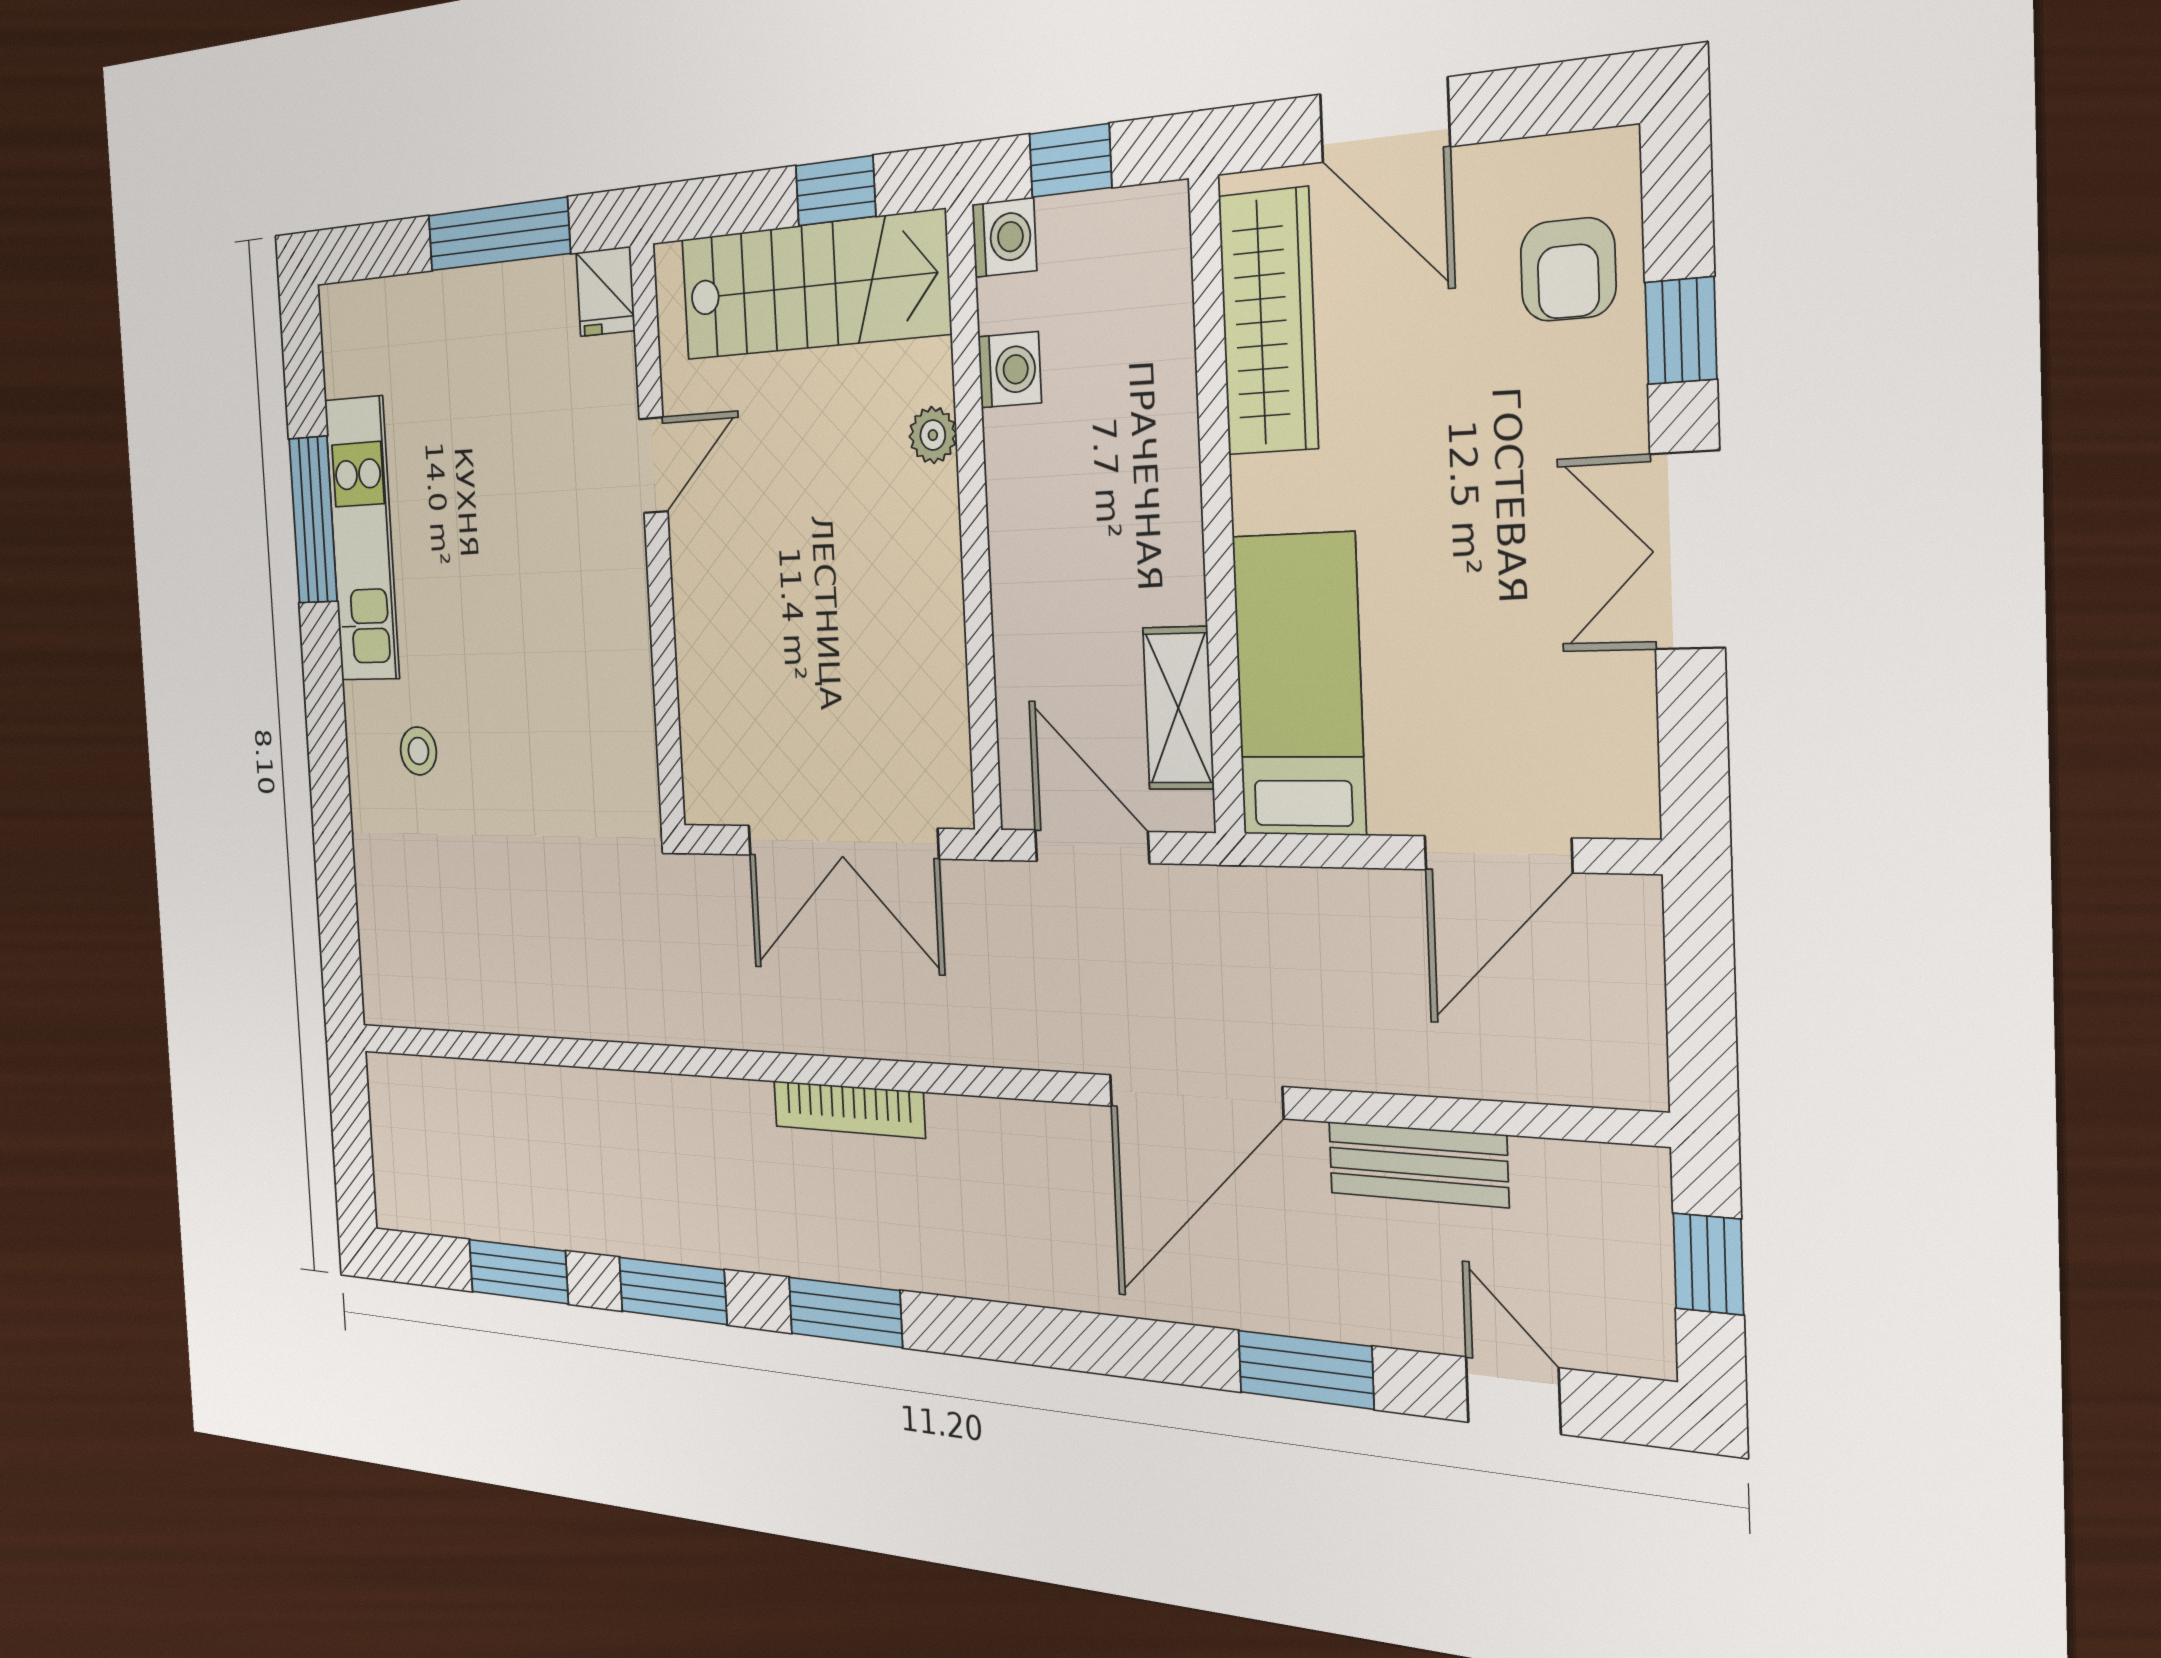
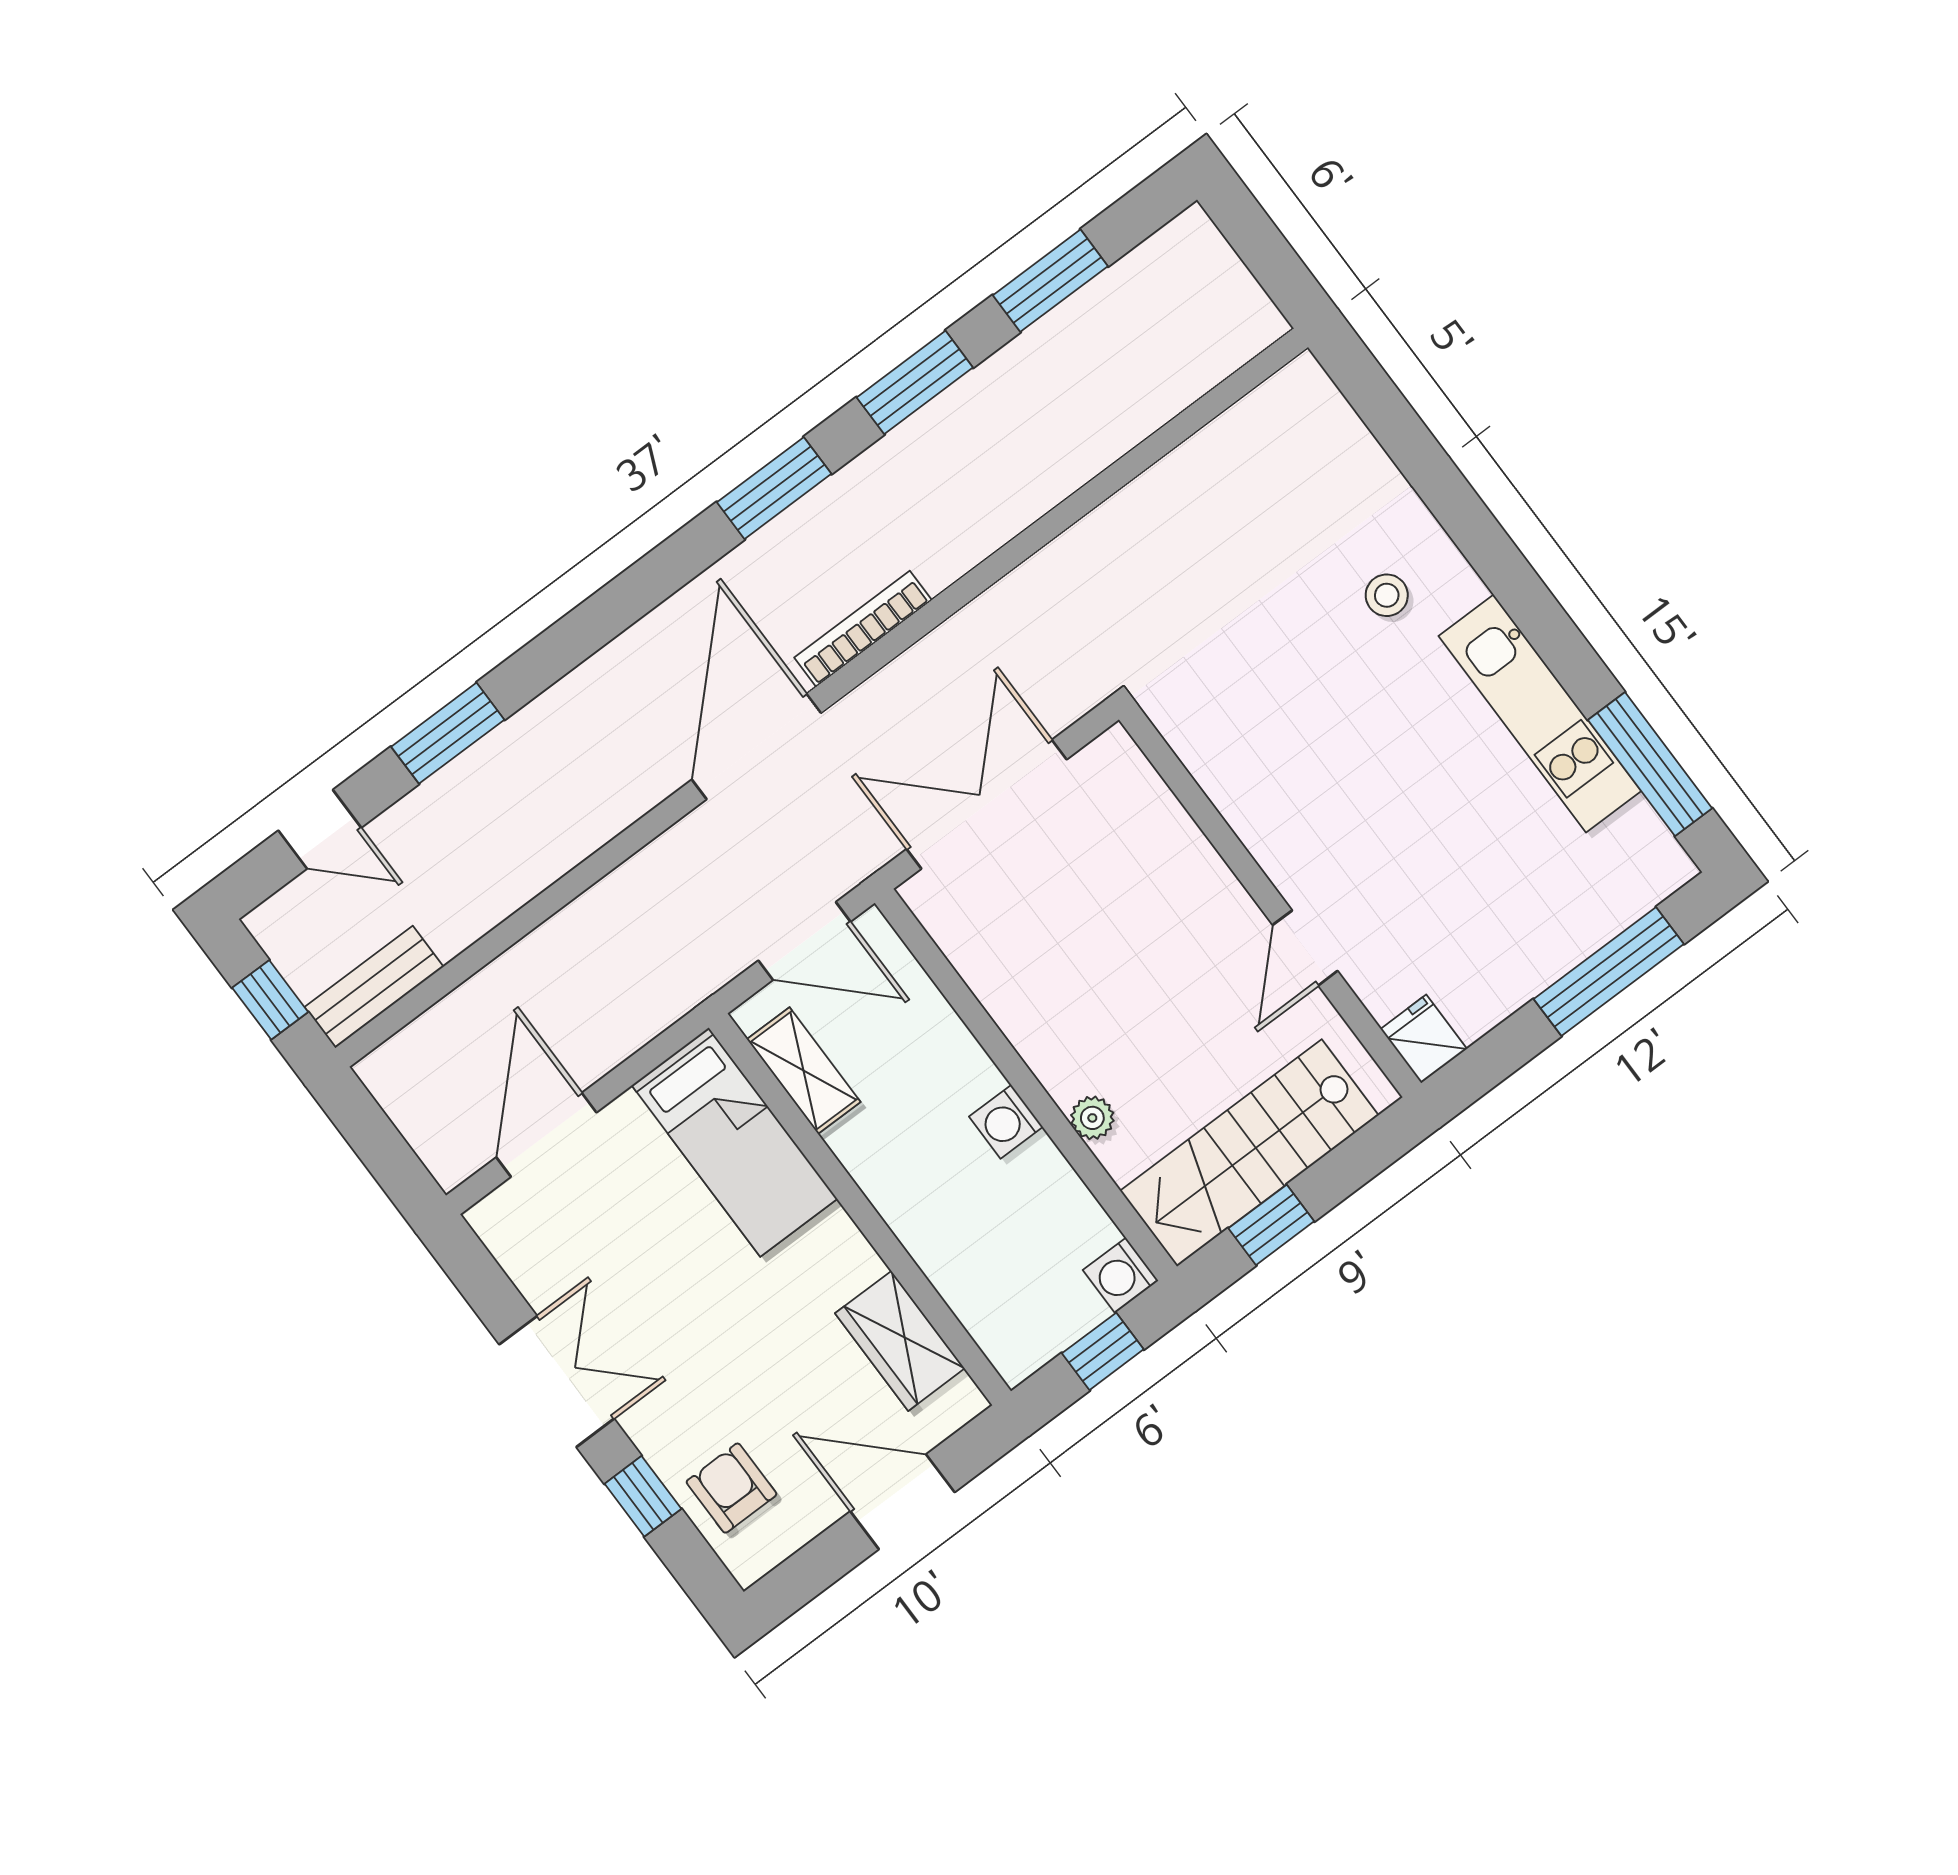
window: (499, 234) -> (1609, 971), moved
wardrobe: (1268, 322) -> (900, 1341), width x0.67
washing machine: (1010, 370) -> (1006, 1122), moved
window: (313, 520) -> (1650, 764), moved
door: (1195, 1097) -> (756, 746), moved
bench: (1418, 1164) -> (374, 987), moved

